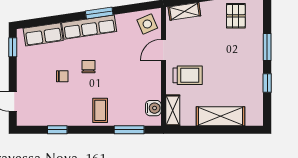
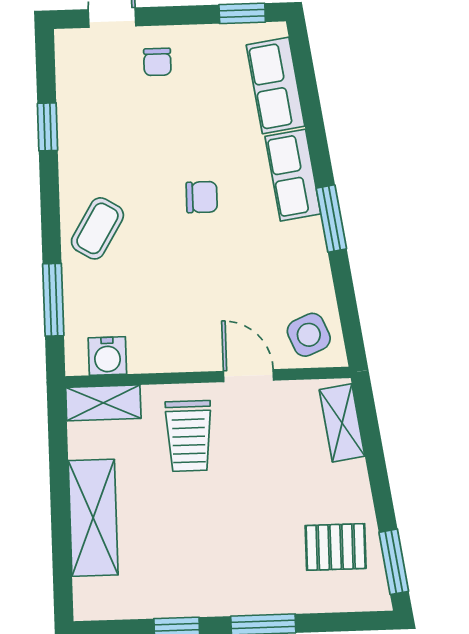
row of seats: (89, 27) -> (293, 175), width x0.68
chair: (62, 76) -> (157, 62), moved
coffee table: (100, 110) -> (97, 228), turned -59

